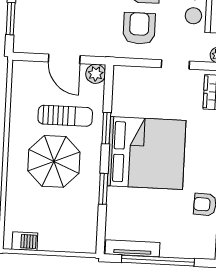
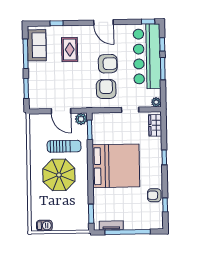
window: (106, 128) -> (90, 130), moved
window: (103, 189) -> (91, 214), moved
tv unit: (132, 248) -> (111, 225), width x0.71

